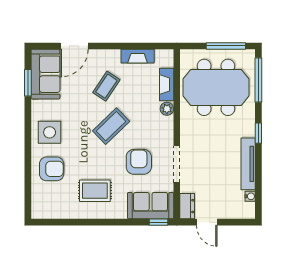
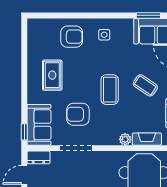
coffee table: (111, 126) -> (110, 90), turned 44
side table: (50, 132) -> (104, 35), width x0.54, depth x0.54
armchair: (139, 162) -> (78, 114), turned 180
armchair: (52, 169) -> (72, 37), turned -90

